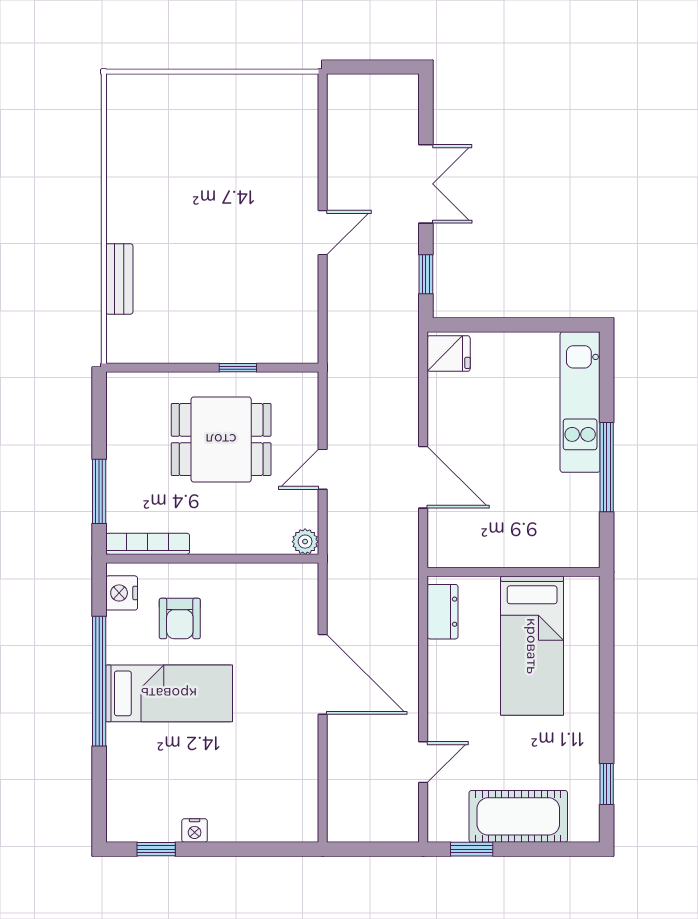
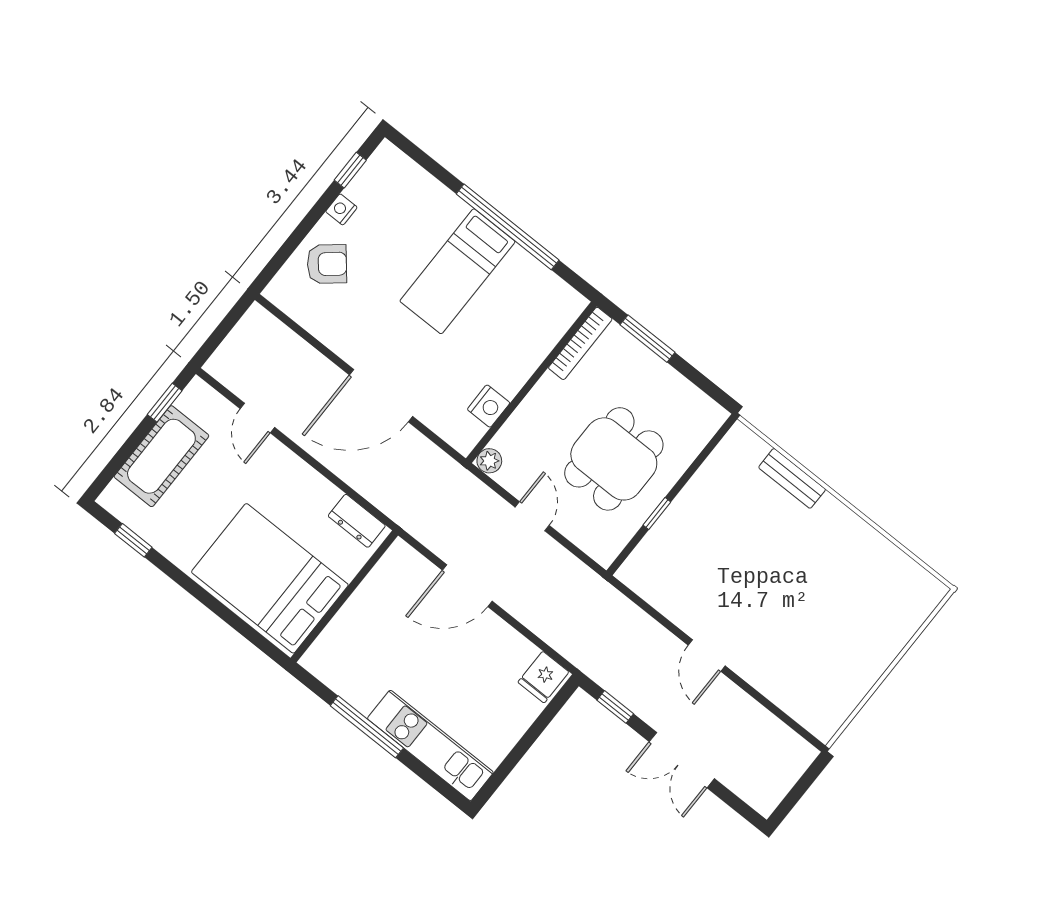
nightstand: (122, 593) -> (489, 406), moved, turned 90
armchair: (180, 619) -> (327, 264), moved, turned 140
bed: (532, 646) -> (270, 578), width x1.50

